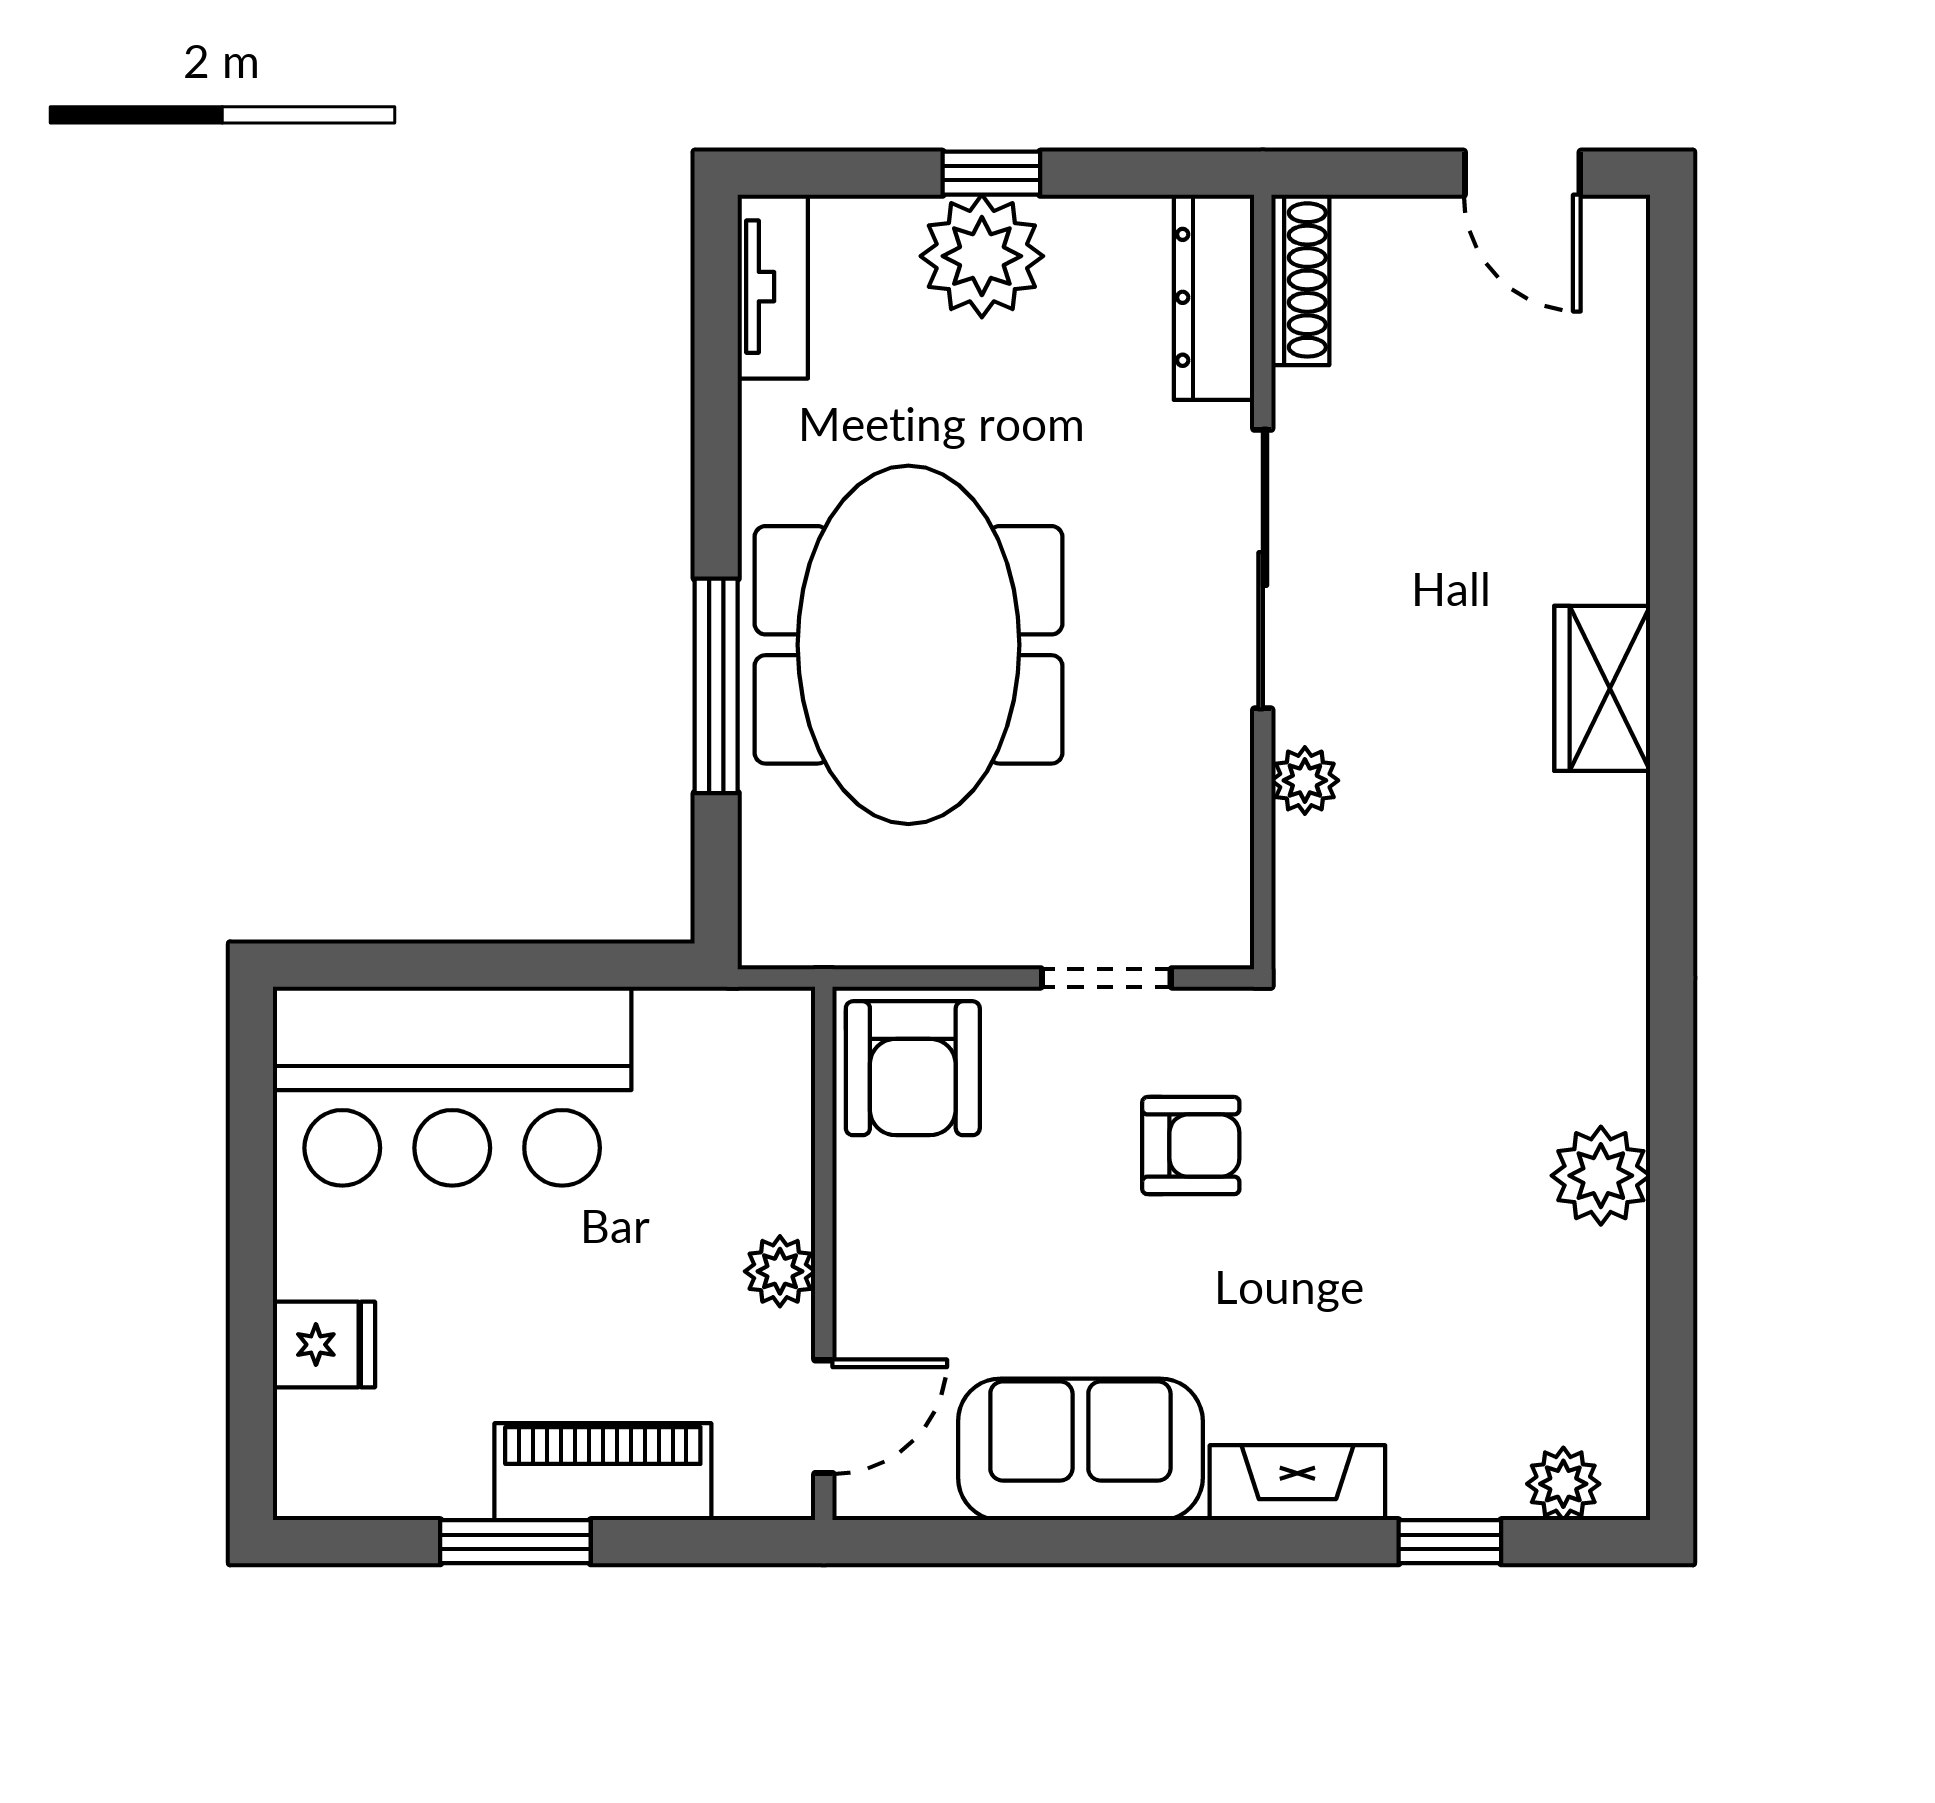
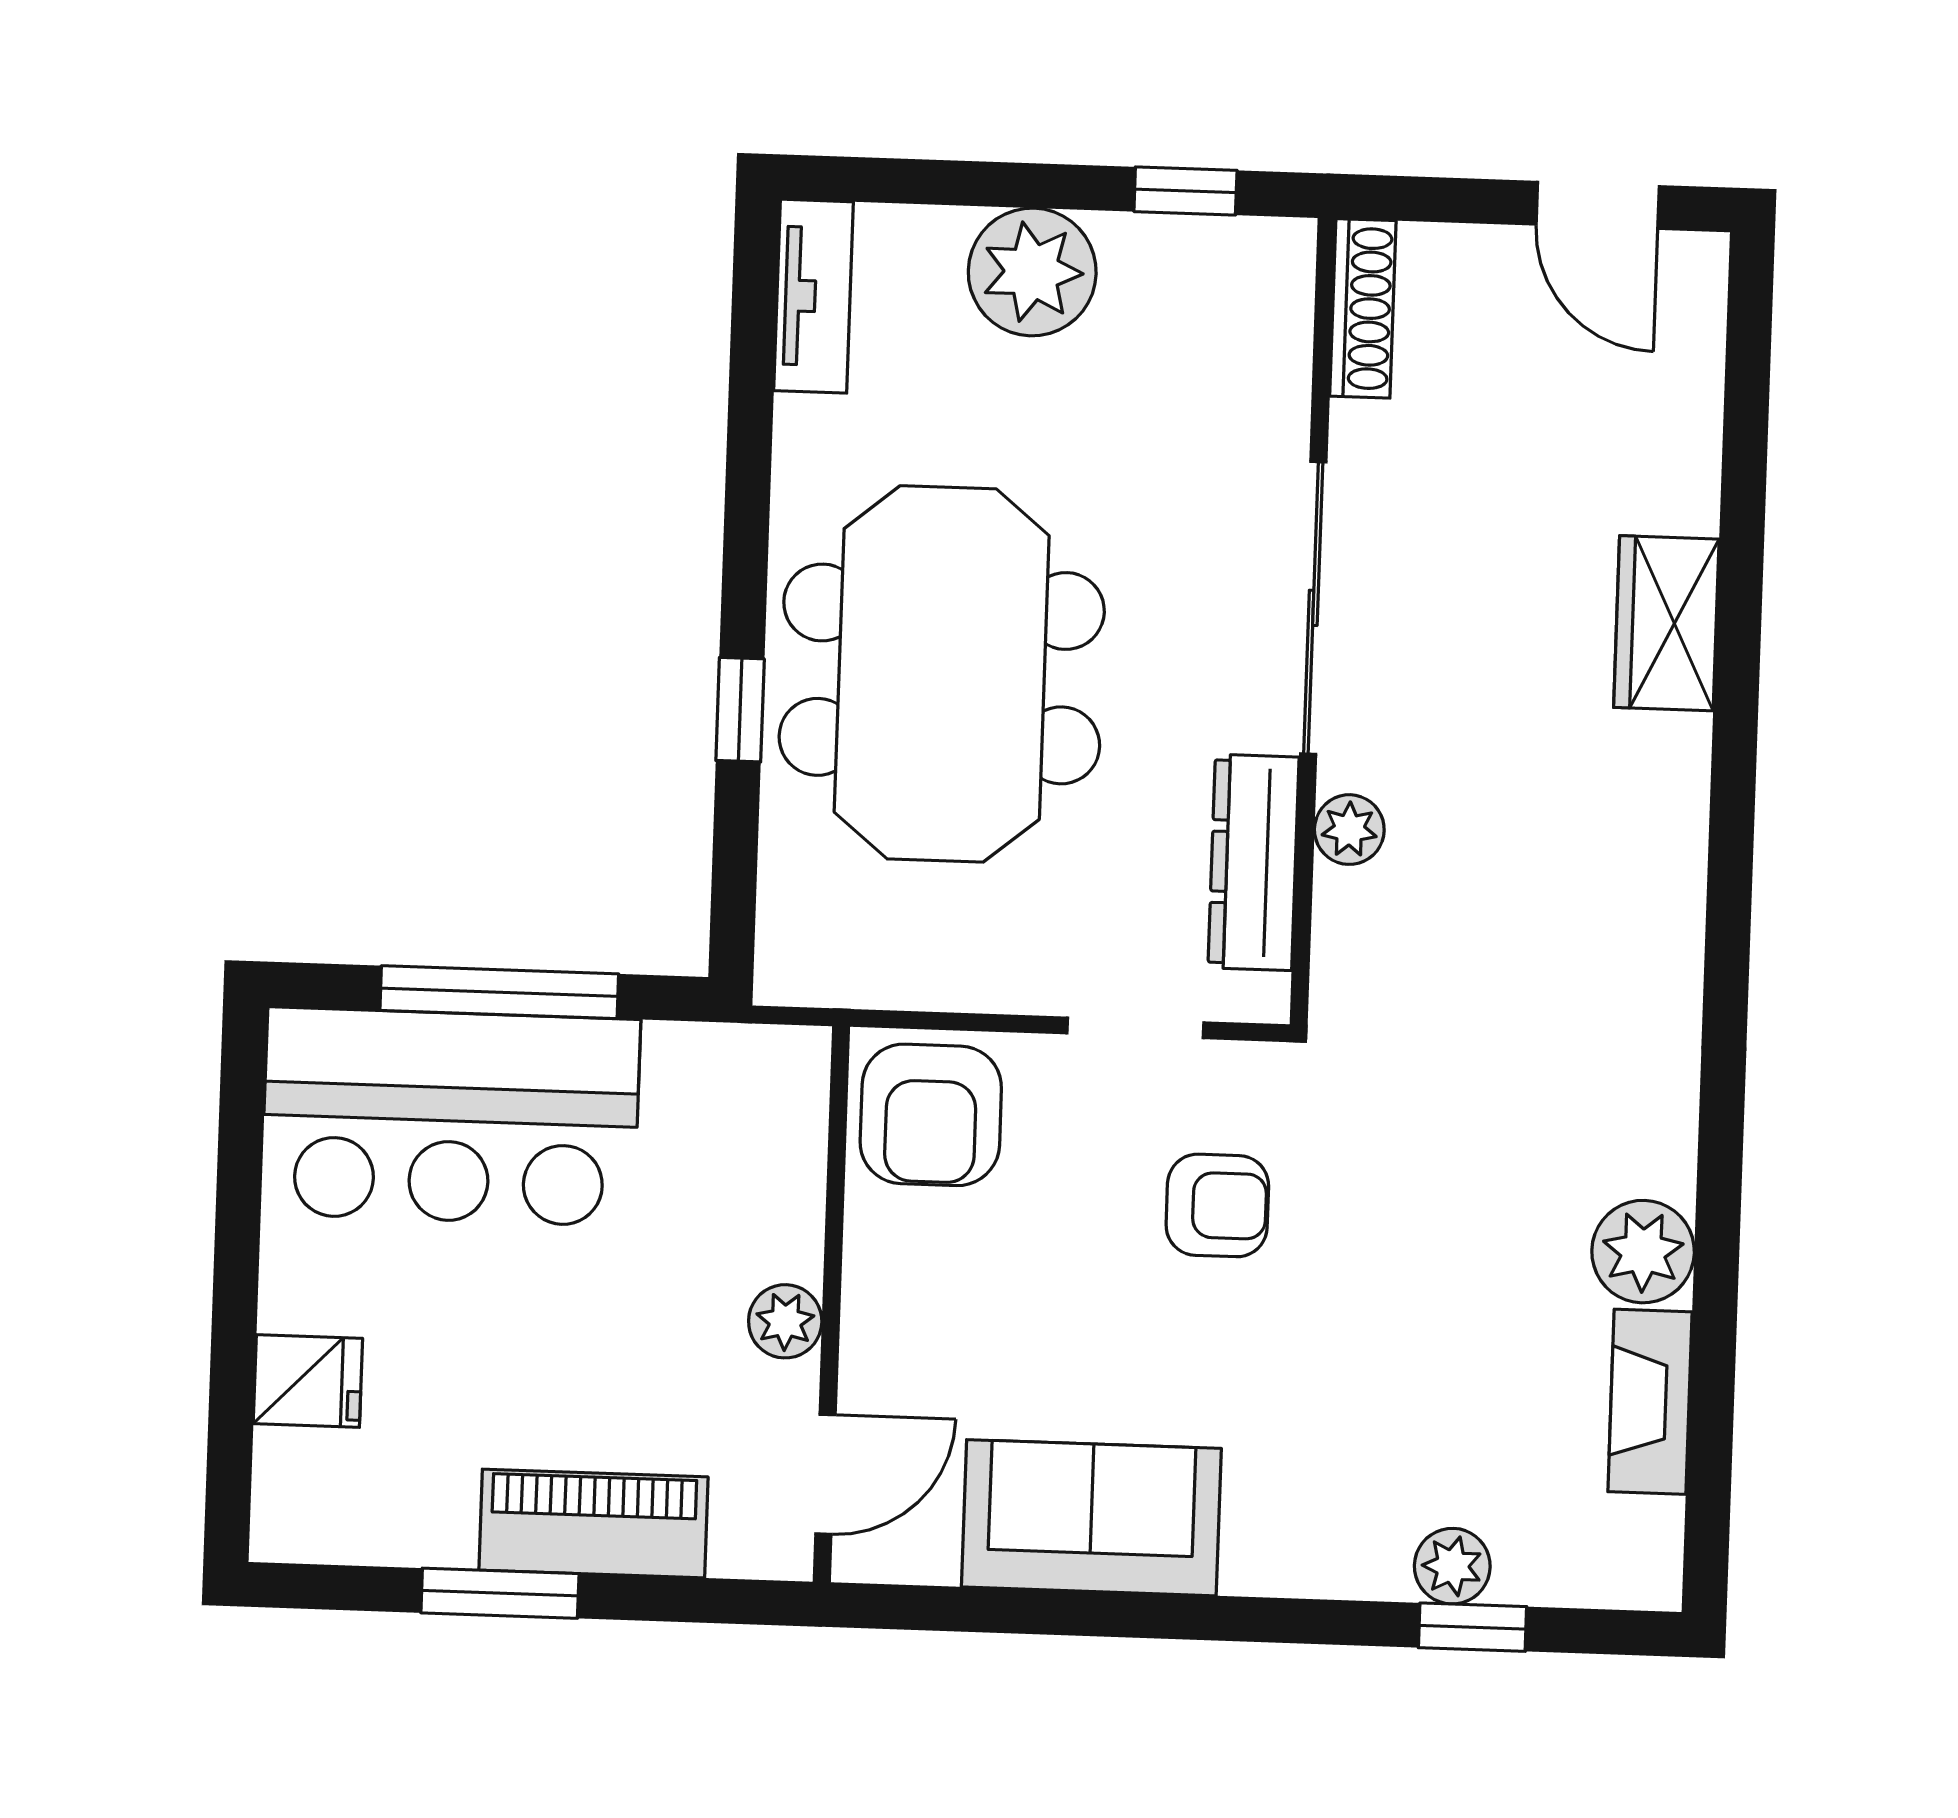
window: (991, 173) -> (1185, 191), moved
dresser: (1214, 297) -> (1253, 862), moved
window: (716, 686) -> (740, 710), width x0.46
wardrobe: (1602, 688) -> (1666, 623), moved
window: (495, 965) -> (499, 992), added
fireplace: (1297, 1483) -> (1650, 1402), moved, turned -90
plant: (1563, 1484) -> (1452, 1566), moved

